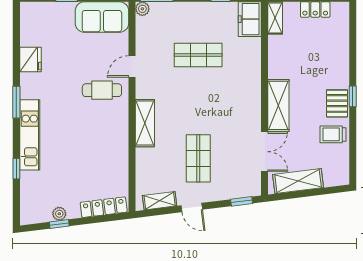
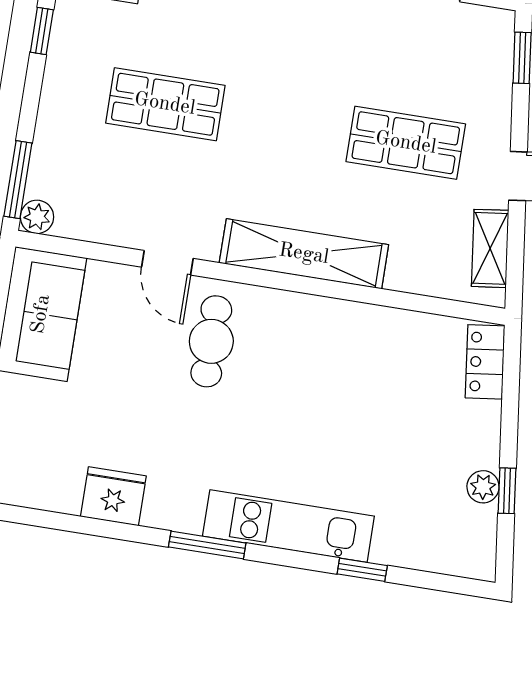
shop shelf: (198, 55) -> (165, 104), turned 90
shelving: (145, 123) -> (304, 254), width x1.47
locker: (104, 207) -> (485, 362), width x0.66

